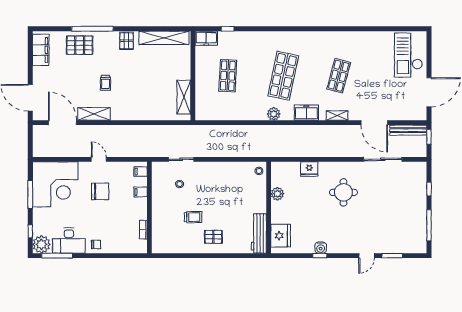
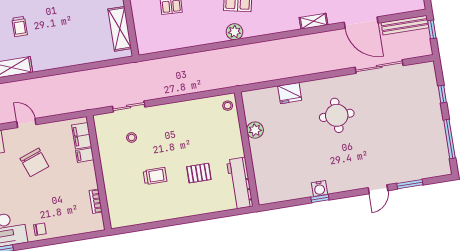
freezer: (306, 113) -> (275, 24), removed
filing cabinet: (141, 172) -> (82, 136), width x2.00
chair: (100, 191) -> (34, 162), turned 70
fridge: (281, 236) -> (267, 182), removed
pallet: (213, 237) -> (199, 173), moved

